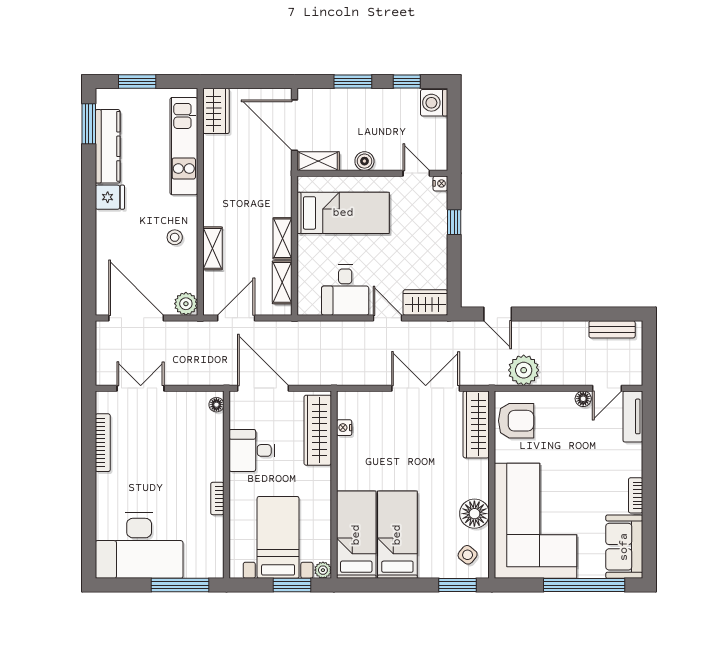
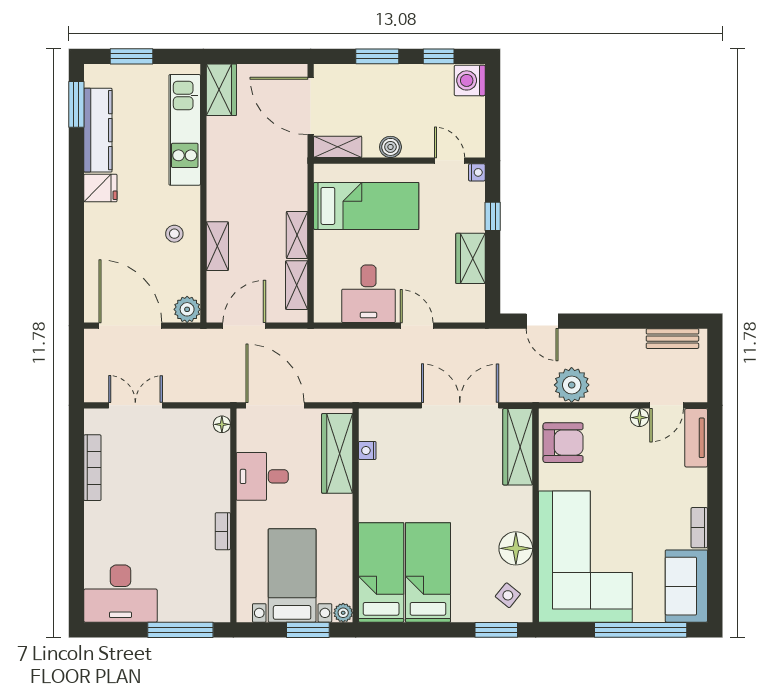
wardrobe: (425, 302) -> (470, 258), moved, turned -90
desk: (139, 546) -> (120, 594), width x0.73, depth x0.77

